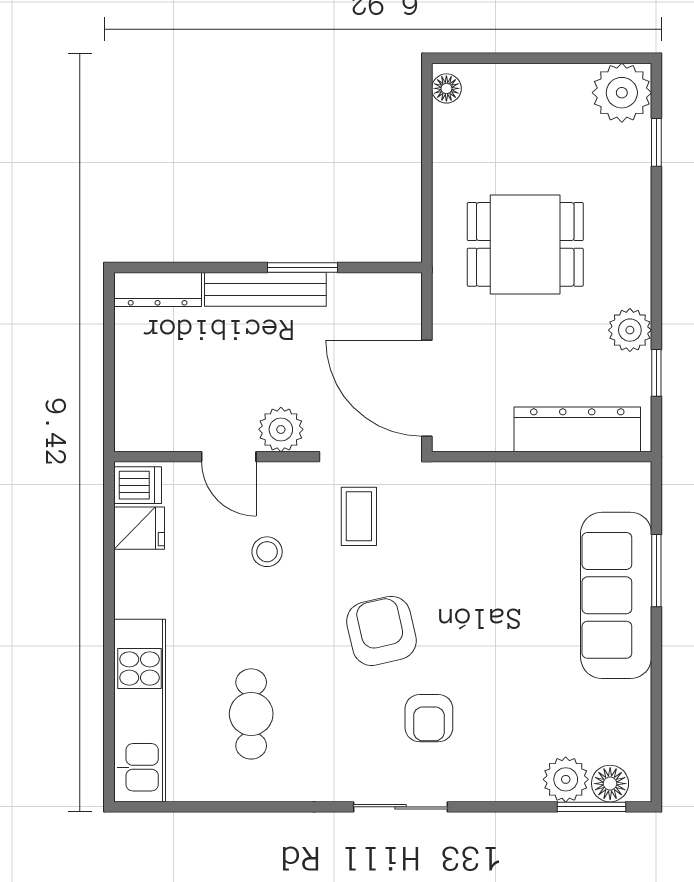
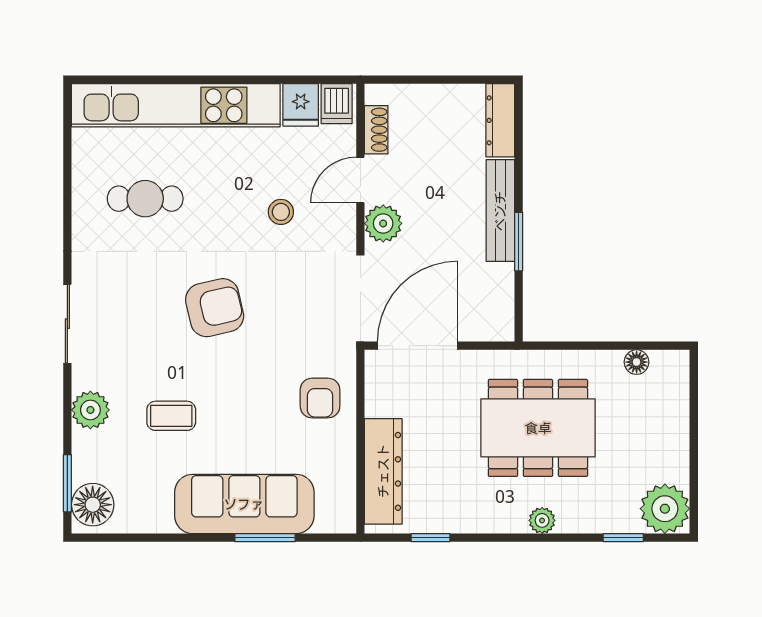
floor lamp: (446, 88) -> (637, 362), moved
dining table: (525, 244) -> (538, 428), width x1.38
plant: (630, 330) -> (542, 520), moved, width x0.73, depth x0.73
shoe rack: (169, 438) -> (376, 130), added
coffee table: (359, 516) -> (171, 416), moved
kitchen unit: (140, 711) -> (176, 105), width x1.36
armchair: (429, 718) -> (320, 398), moved, turned -90
plant: (566, 779) -> (90, 410), moved
floor lamp: (610, 784) -> (93, 505), width x1.38, depth x1.38

